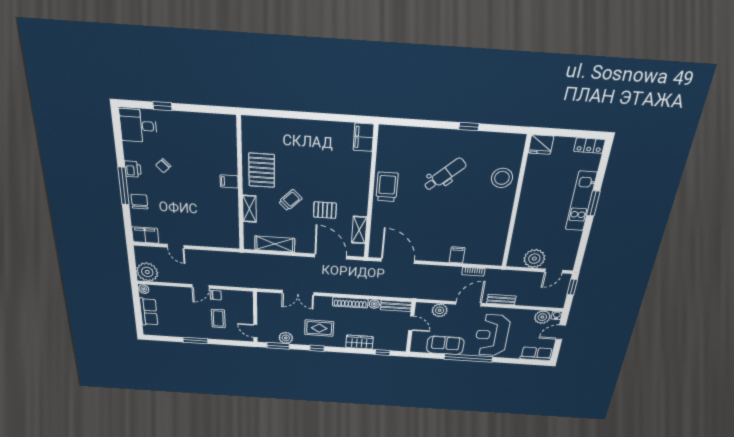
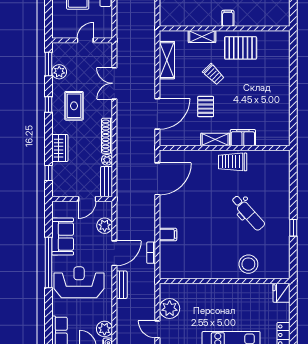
filing cabinet: (364, 137) -> (243, 138), moved
trolley: (387, 187) -> (233, 162), turned 180
shelving: (359, 230) -> (215, 140), moved
door: (469, 304) -> (114, 253), hinge flipped
door: (255, 331) -> (85, 40), moved

